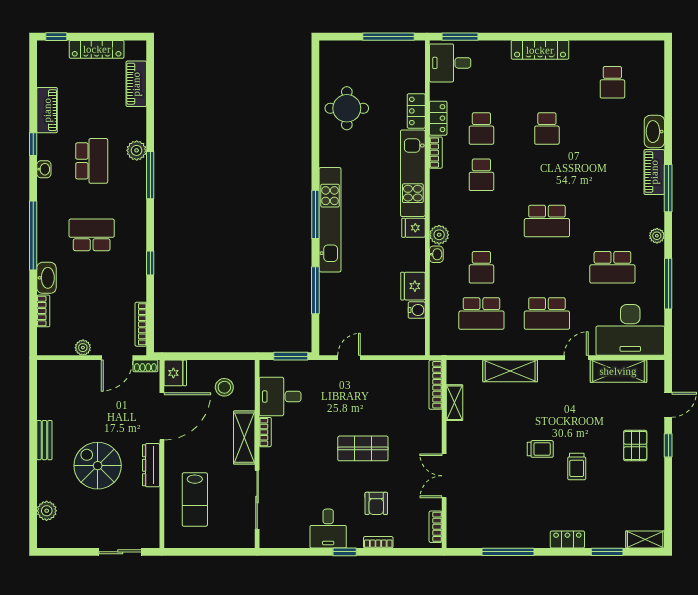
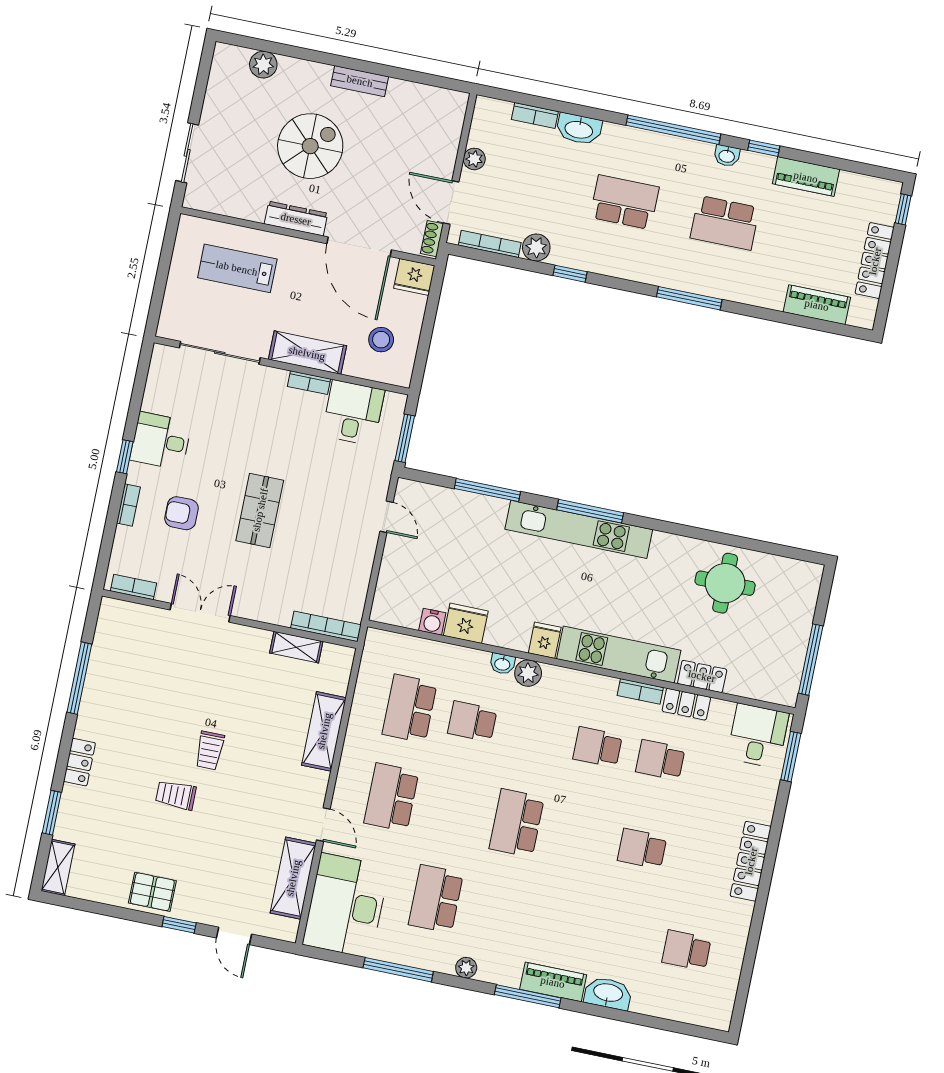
plant: (137, 150) -> (536, 247), moved
window: (33, 235) -> (673, 130), moved
school desk: (92, 235) -> (625, 202), turned -90
pallet: (635, 446) -> (152, 892), moved

